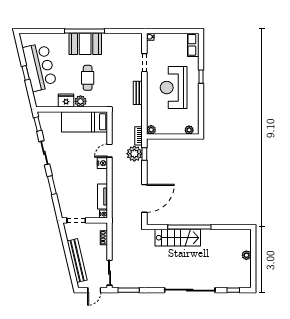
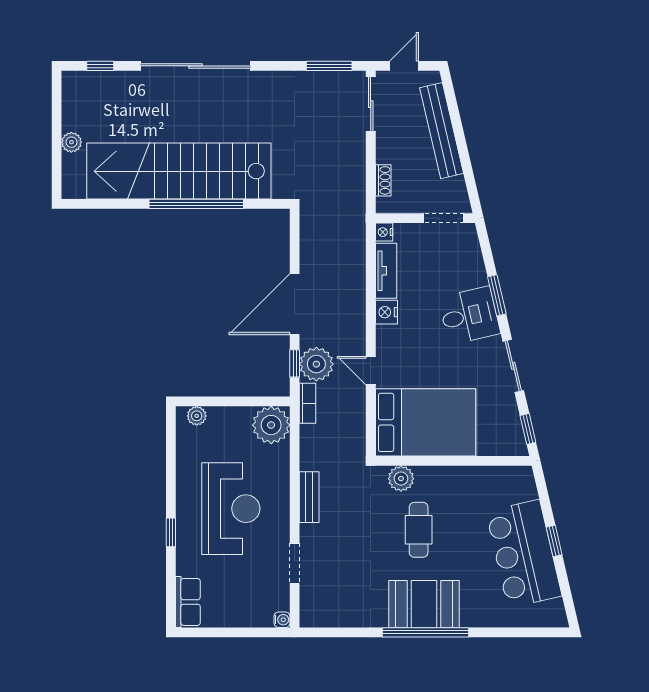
fridge: (66, 101) -> (466, 480), removed
plant: (80, 101) -> (401, 479), moved
bed: (84, 122) -> (426, 422), width x1.50
plant: (151, 130) -> (271, 425), width x1.87, depth x1.87
door: (110, 151) -> (371, 371), swing flipped
nightstand: (102, 163) -> (386, 312), moved
desk: (64, 176) -> (469, 316), added
door: (144, 198) -> (295, 304), moved
stairs: (178, 238) -> (179, 171), width x1.86, depth x1.51

